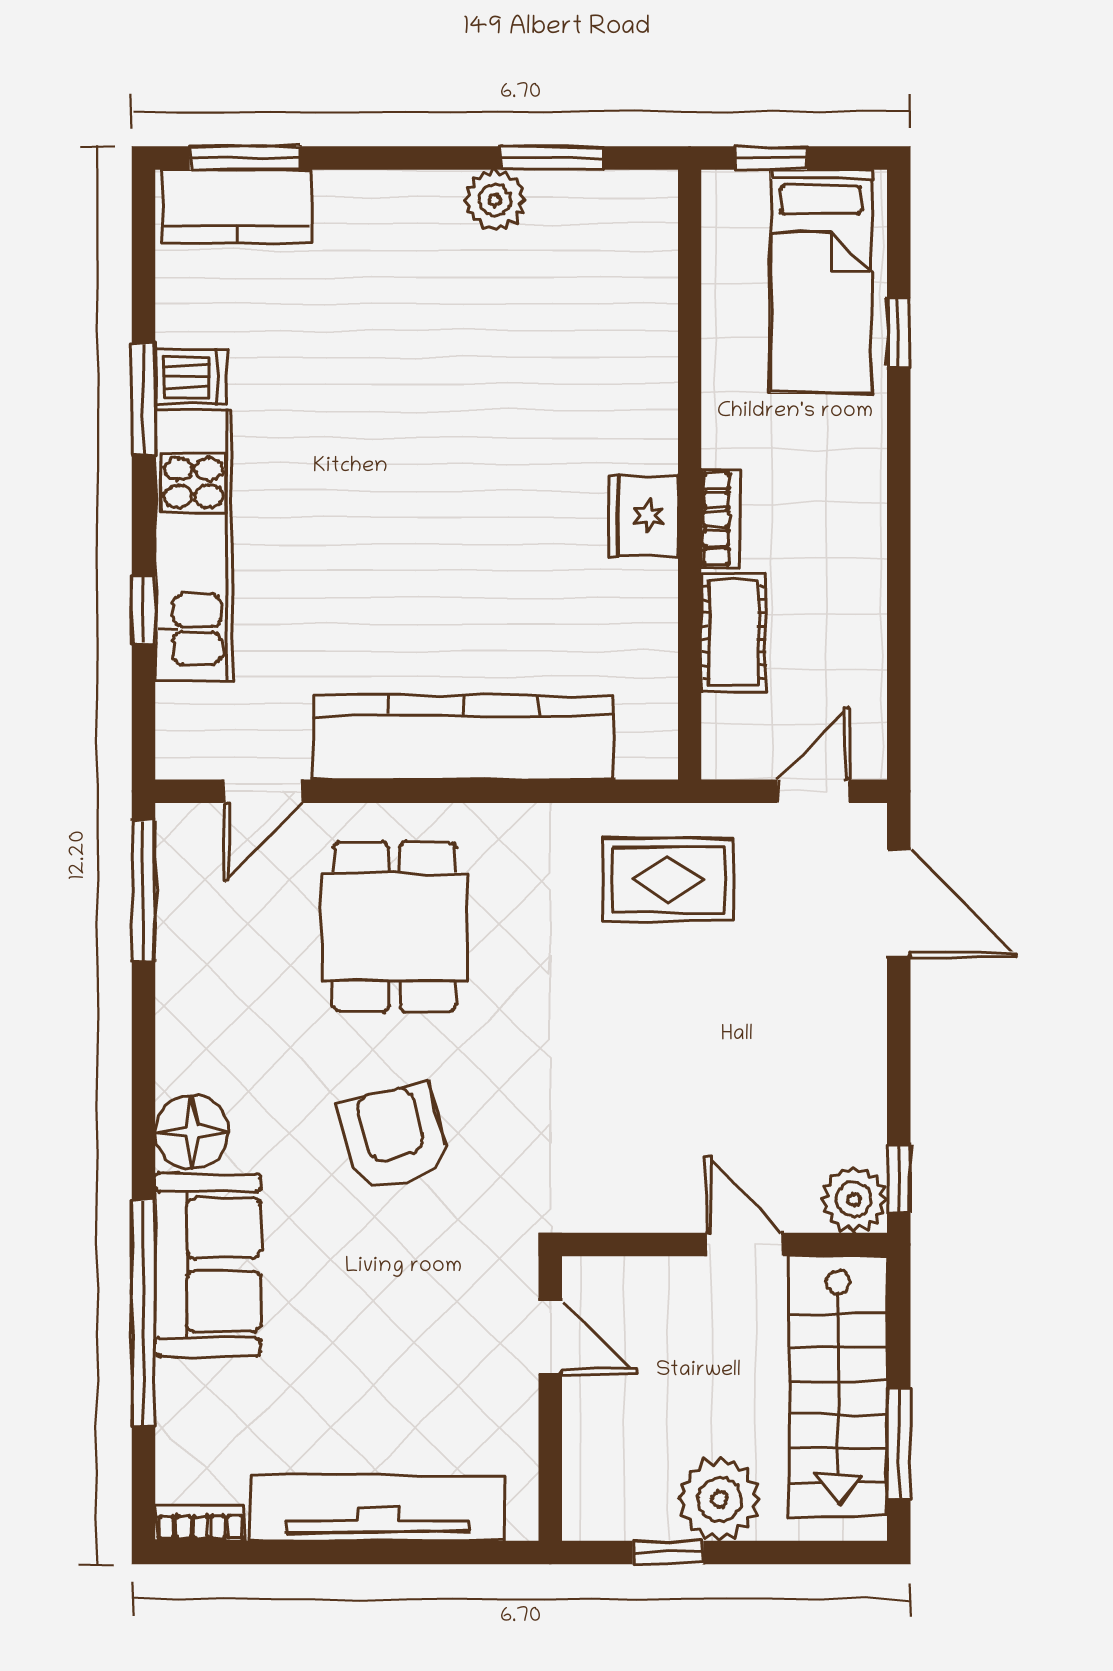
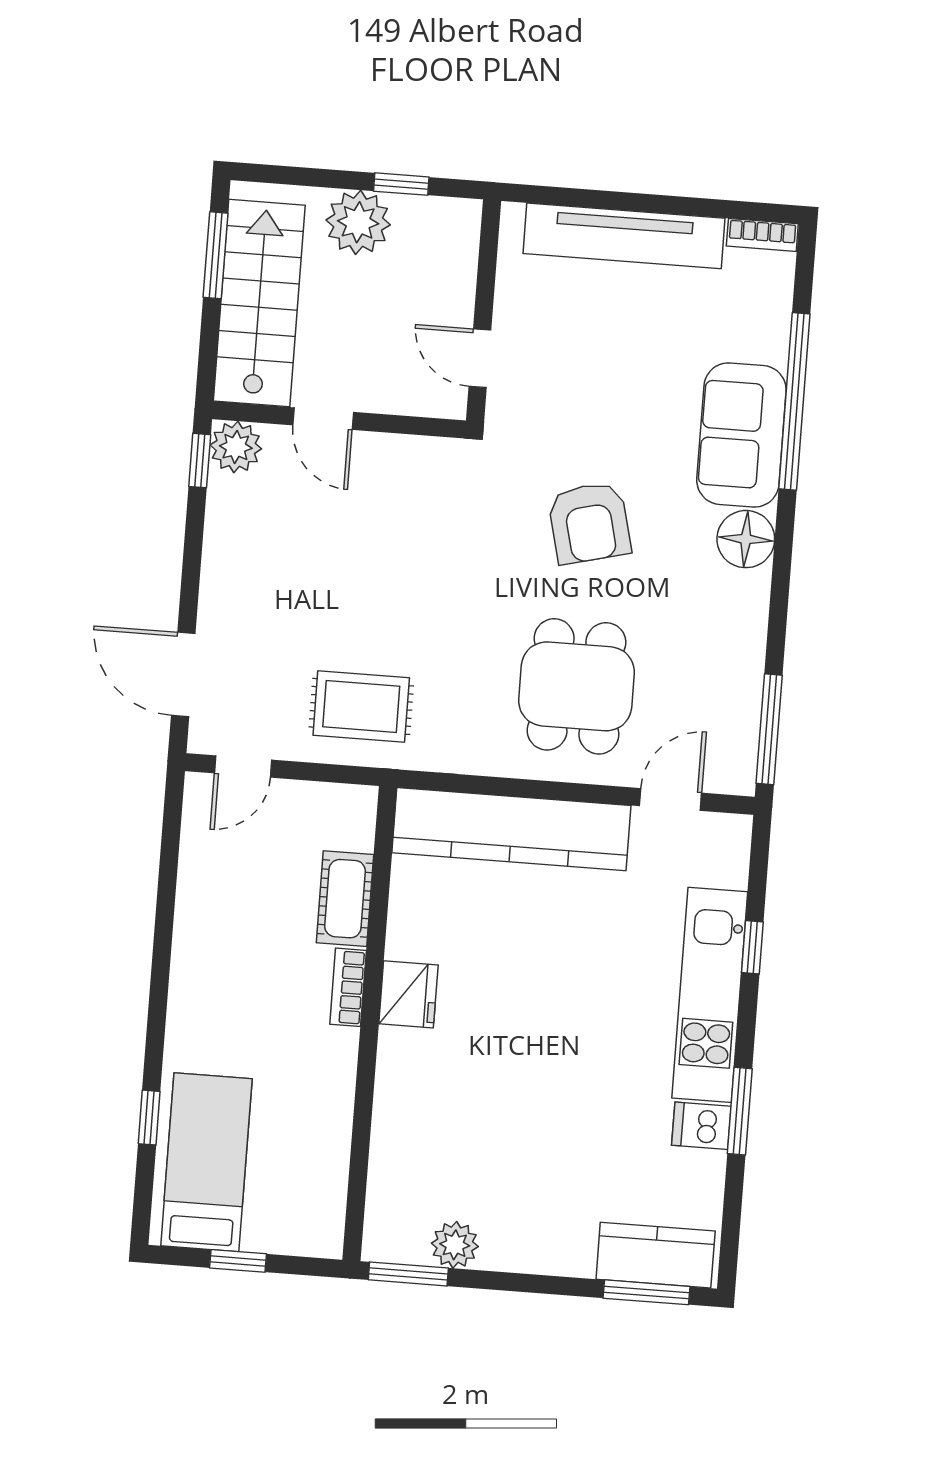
wall: (690, 475) -> (370, 1024), moved
fridge: (643, 516) -> (408, 994), moved
bookcase: (721, 519) -> (348, 987), moved
cot: (734, 632) -> (345, 899), moved

